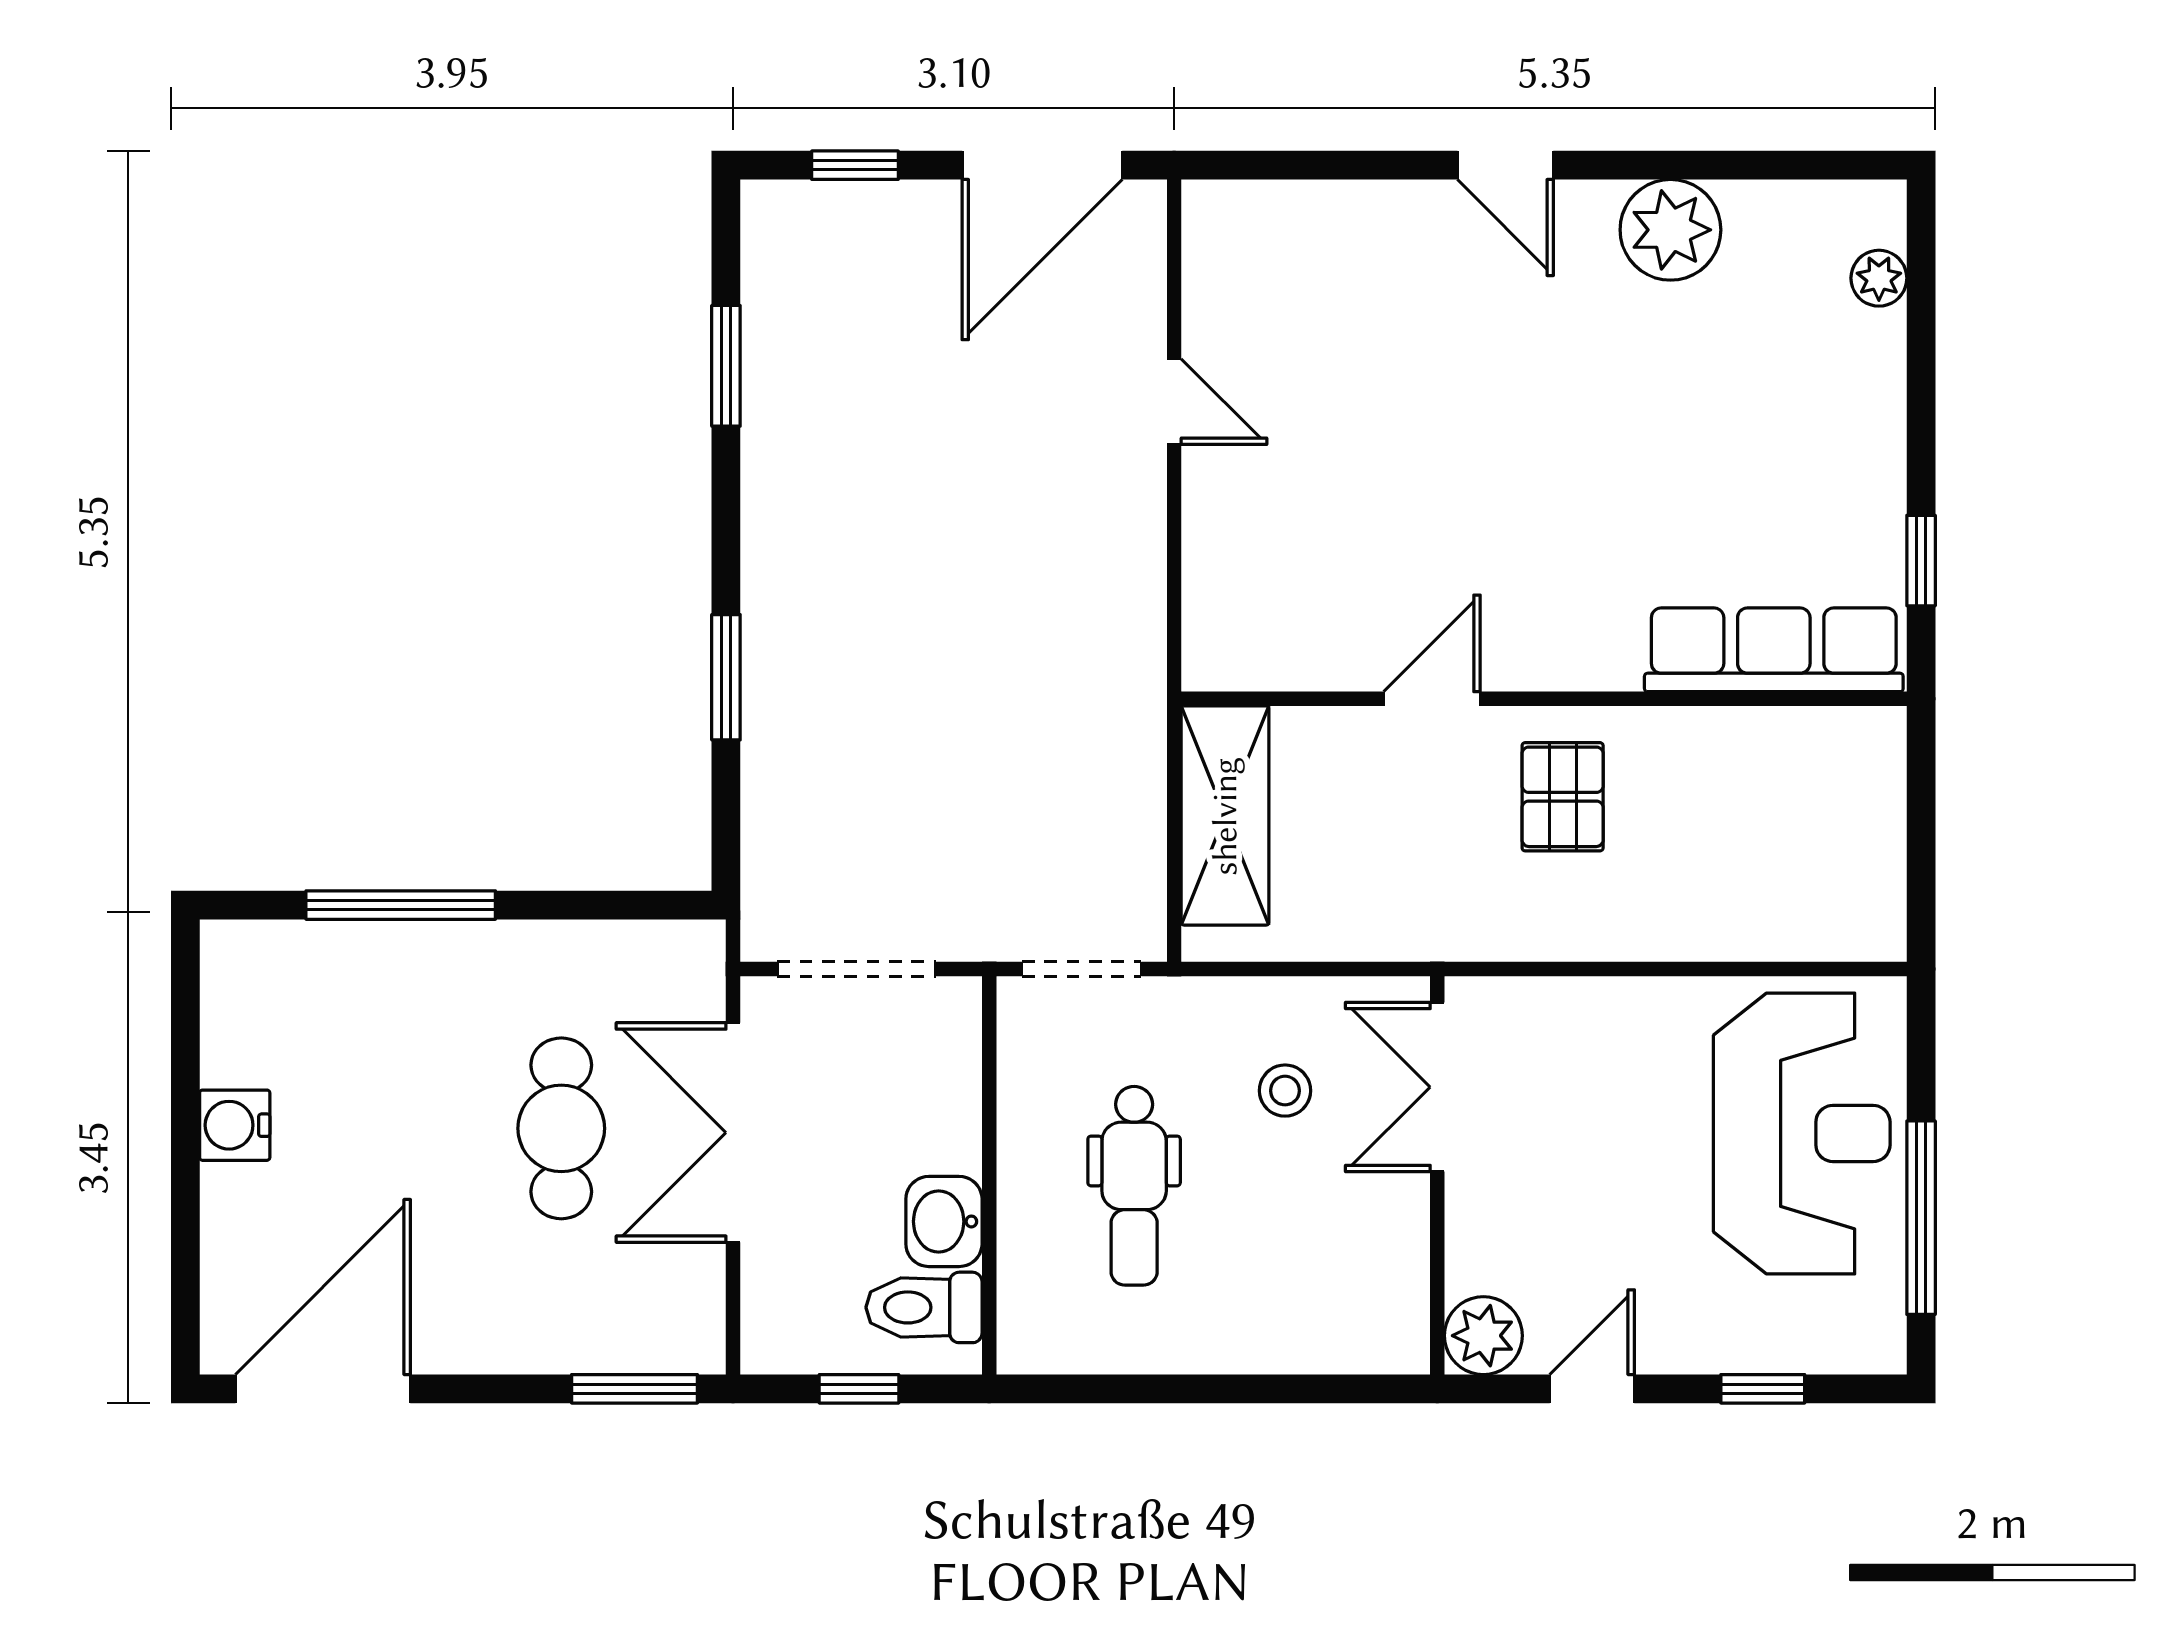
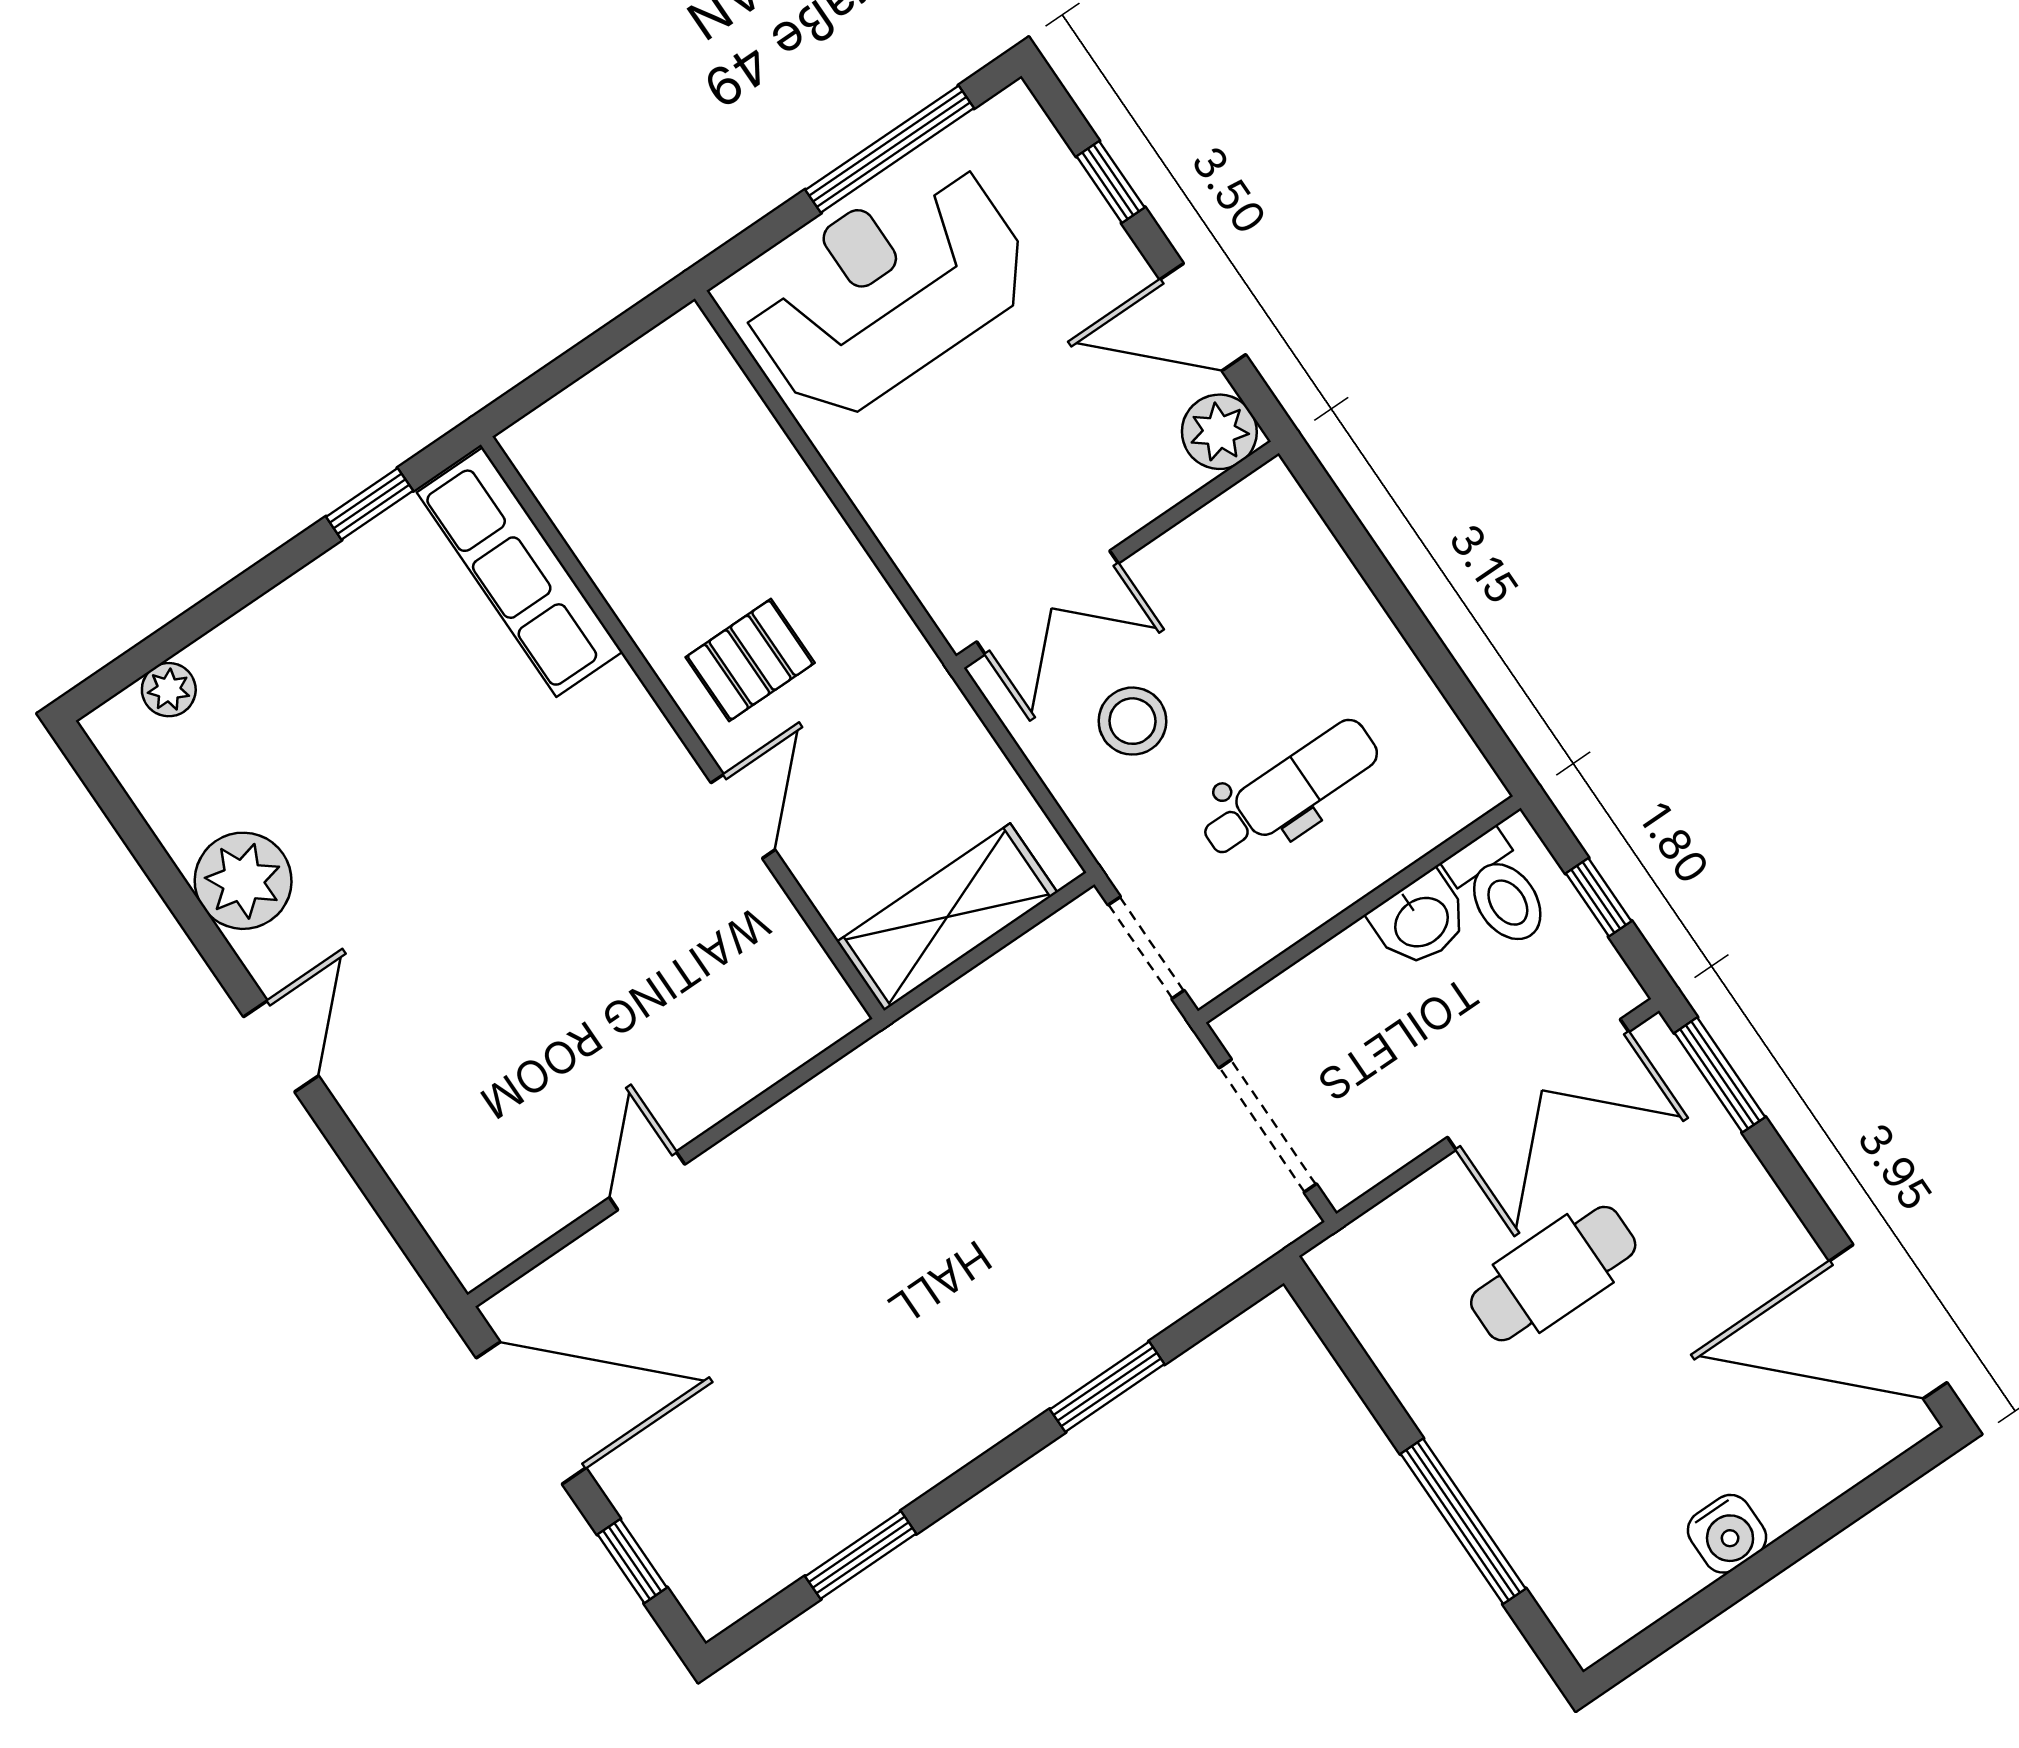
door: (1432, 699) -> (743, 816), swing flipped
stool: (1285, 1091) -> (1132, 721), width x1.37, depth x1.37
double door: (733, 1133) -> (1538, 1085), moved
door: (1592, 1389) -> (1203, 317), width x1.38

